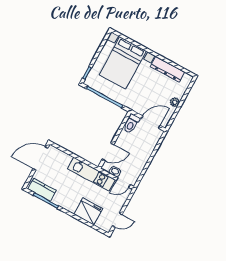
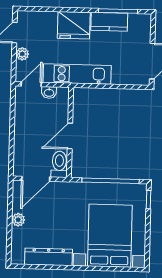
door: (108, 152) -> (70, 136), moved
kitchen counter: (42, 190) -> (109, 22), moved
plant: (119, 204) -> (22, 54), added
fridge: (88, 211) -> (74, 25), moved

